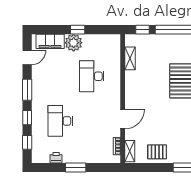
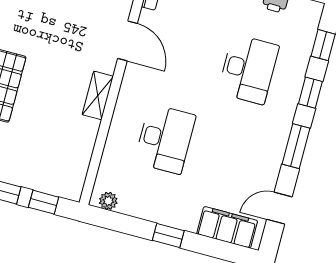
plant: (74, 43) -> (108, 201), moved, width x0.53, depth x0.53
shelving: (130, 58) -> (98, 95), moved
door: (123, 119) -> (128, 41), swing flipped

